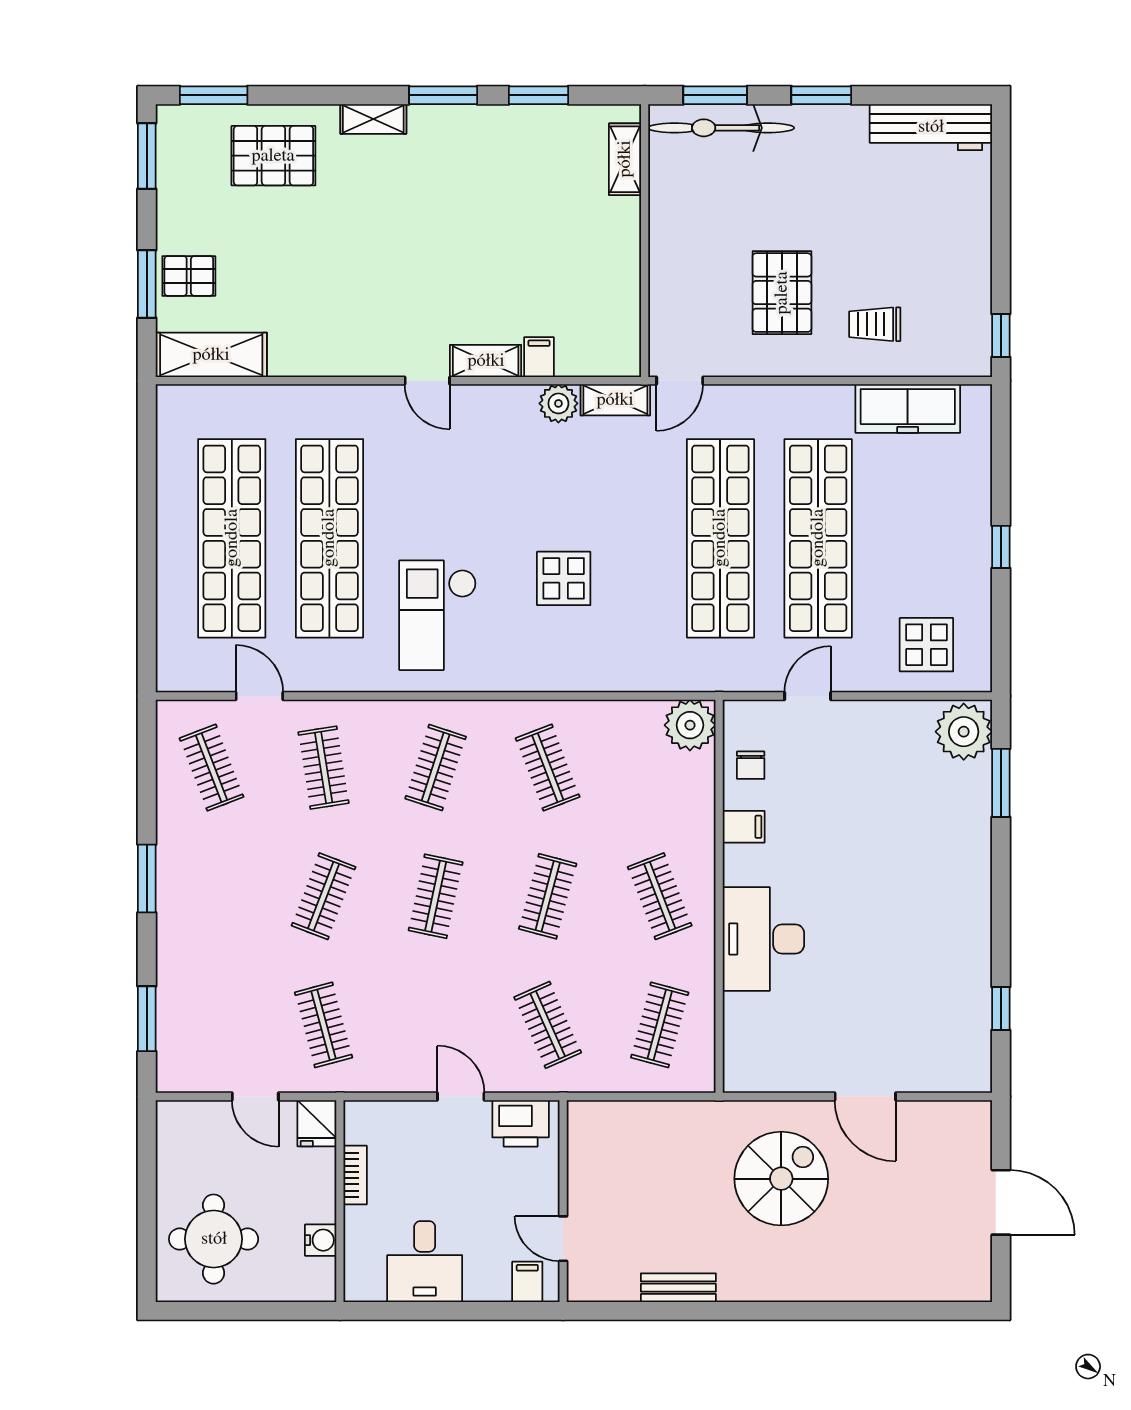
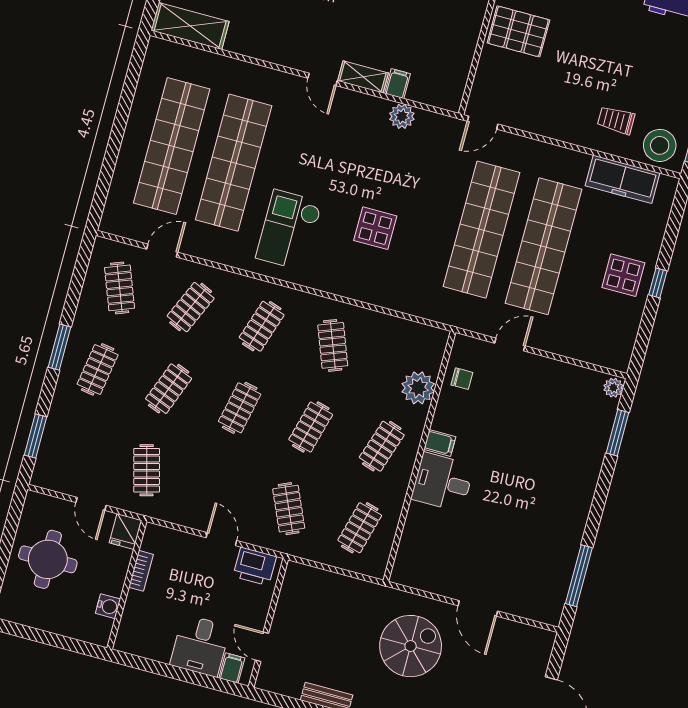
pallet: (782, 293) -> (518, 31), moved, turned 90
stool: (949, 344) -> (660, 145), added
shelving: (615, 400) -> (439, 124), removed
display table: (926, 645) -> (623, 275), moved
door: (259, 696) -> (162, 251), hinge flipped
plant: (690, 725) -> (418, 388), moved
plant: (964, 732) -> (613, 388), width x0.53, depth x0.53
chair: (751, 765) -> (462, 379), turned -90
clothes rail: (324, 768) -> (191, 307), turned 33
filing cabinet: (744, 827) -> (440, 443), moved
clothes rail: (212, 896) -> (98, 369), added
clothes rail: (660, 896) -> (382, 446), turned 39
desk: (763, 939) -> (443, 482), width x0.73
window: (1001, 1008) -> (579, 576), width x2.17
round table: (214, 1239) -> (48, 559), moved
desk: (425, 1262) -> (200, 646), moved

